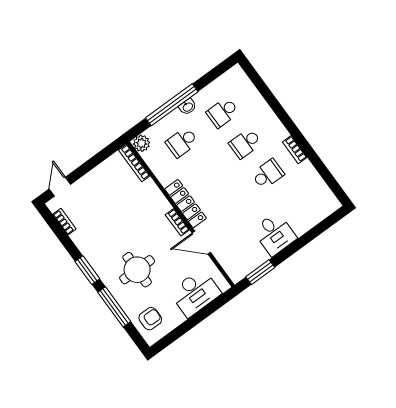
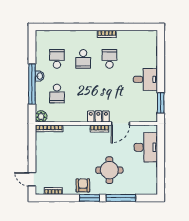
school desk: (223, 112) -> (57, 59), turned 180
locker: (186, 204) -> (98, 116), width x0.66
armchair: (150, 319) -> (83, 185), moved

